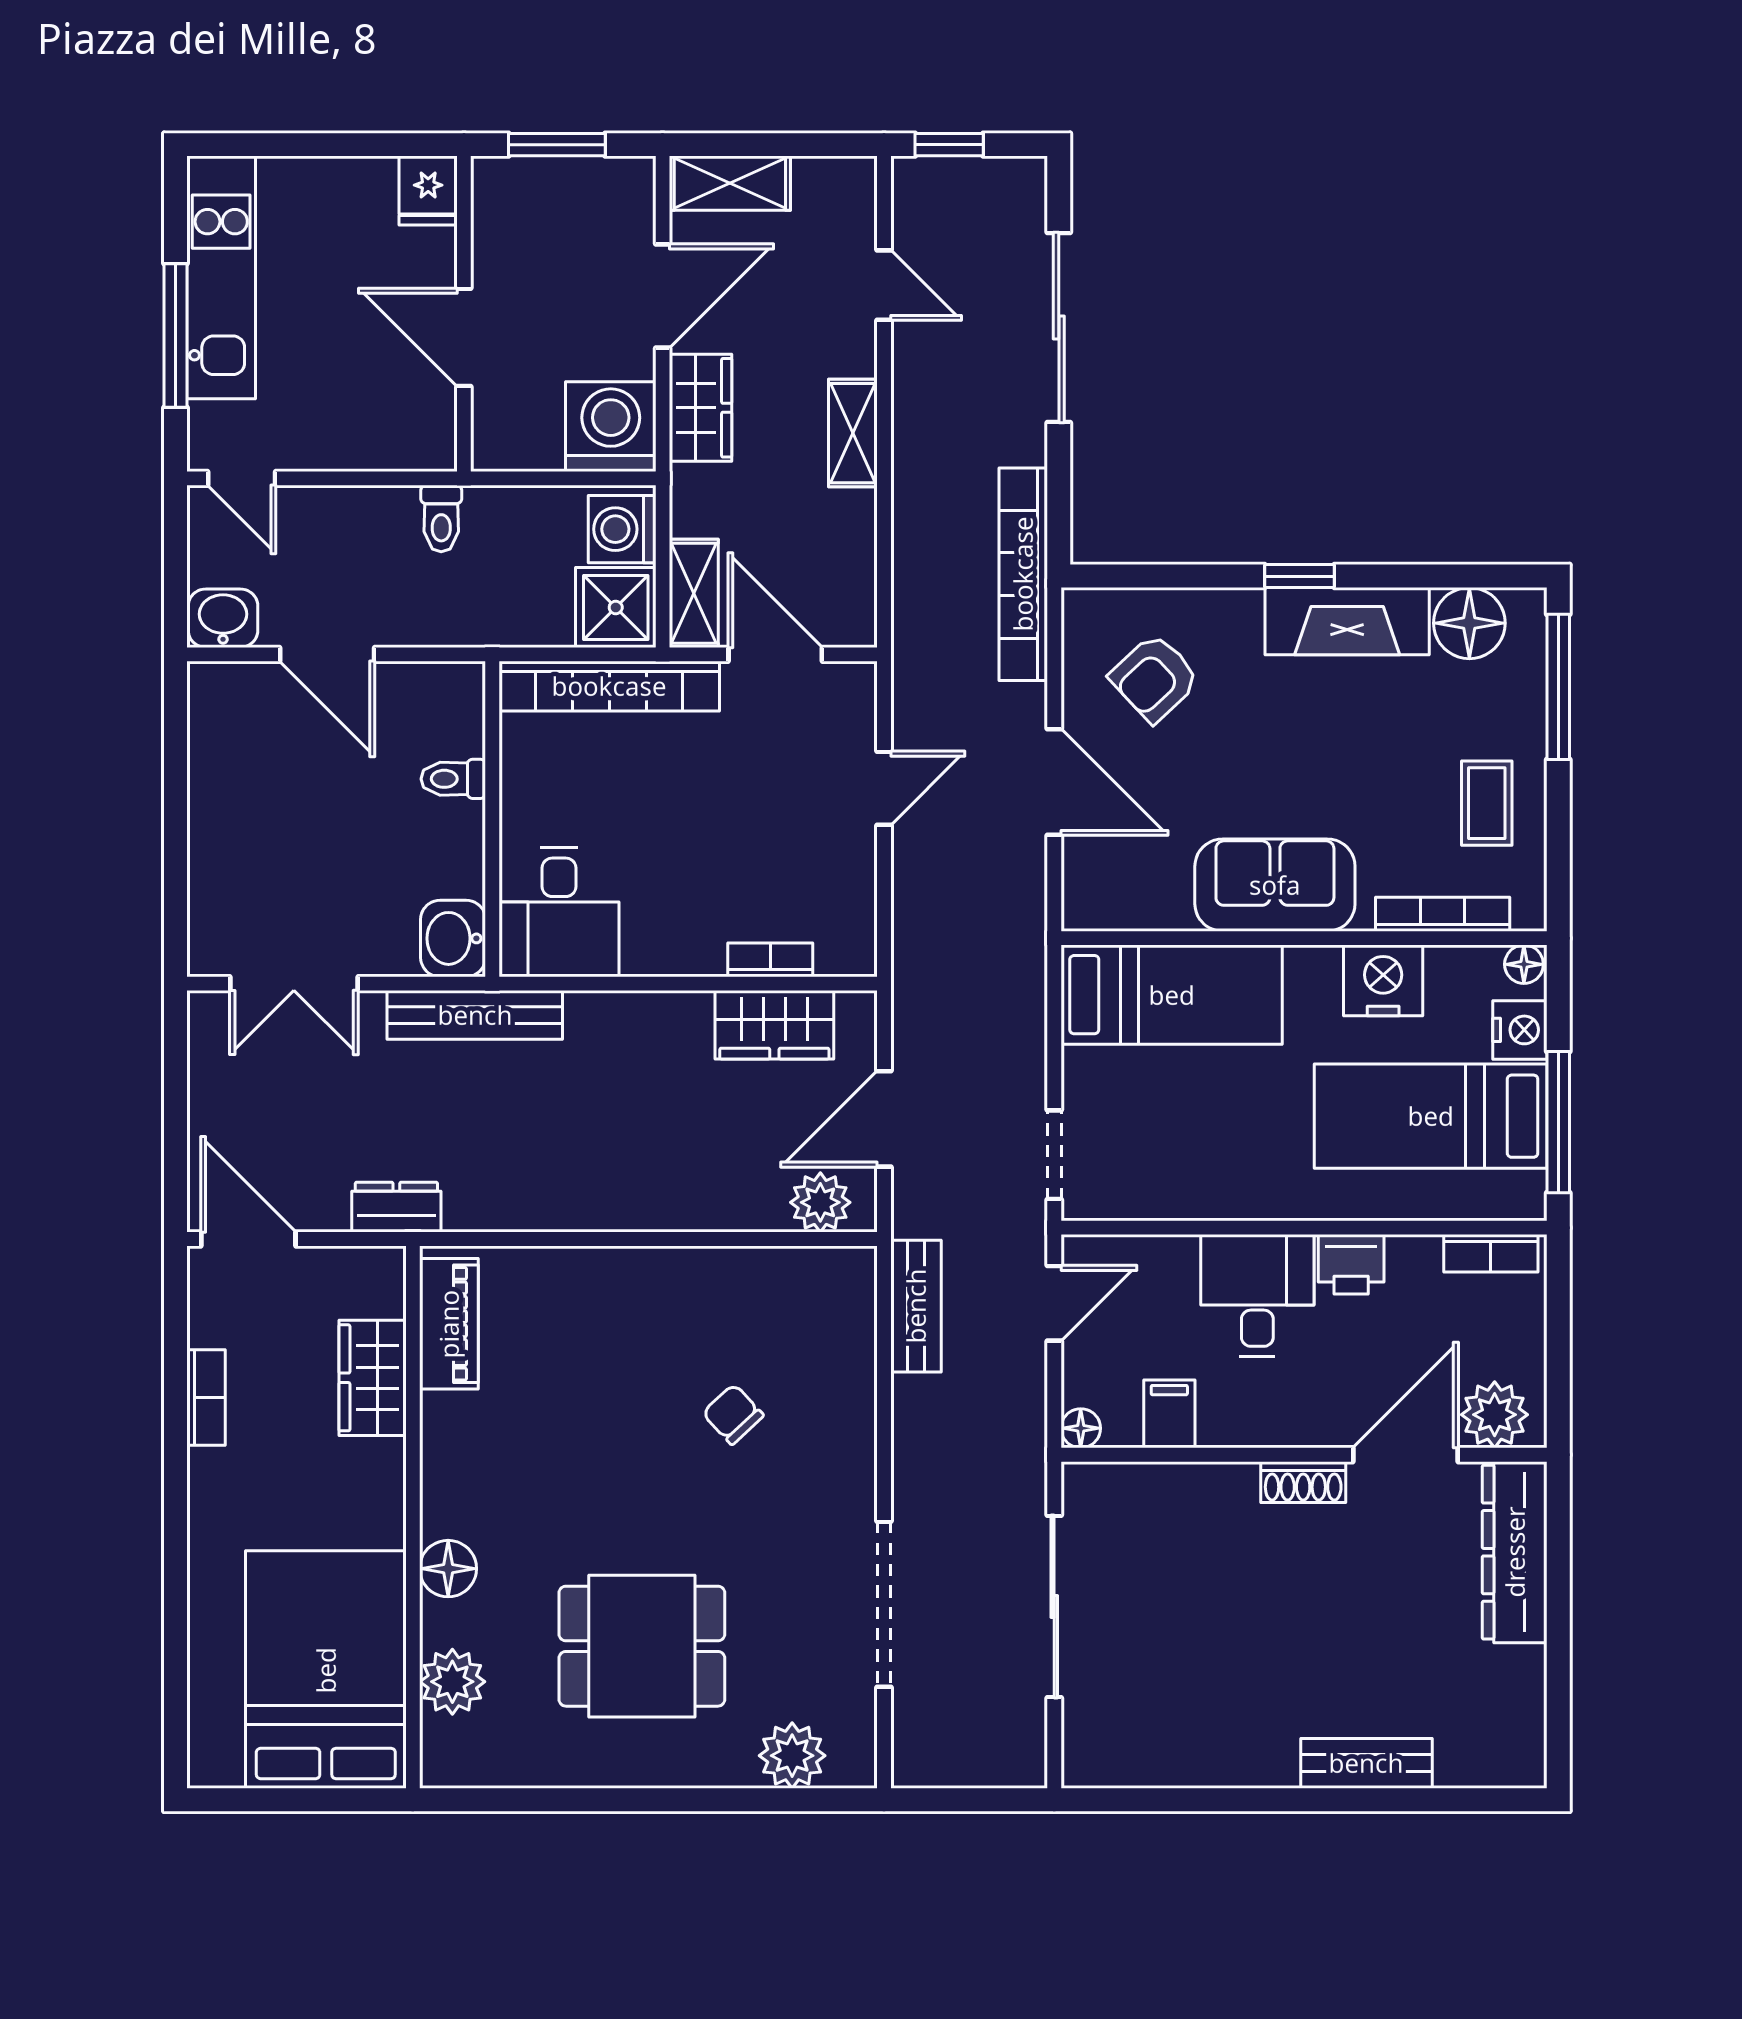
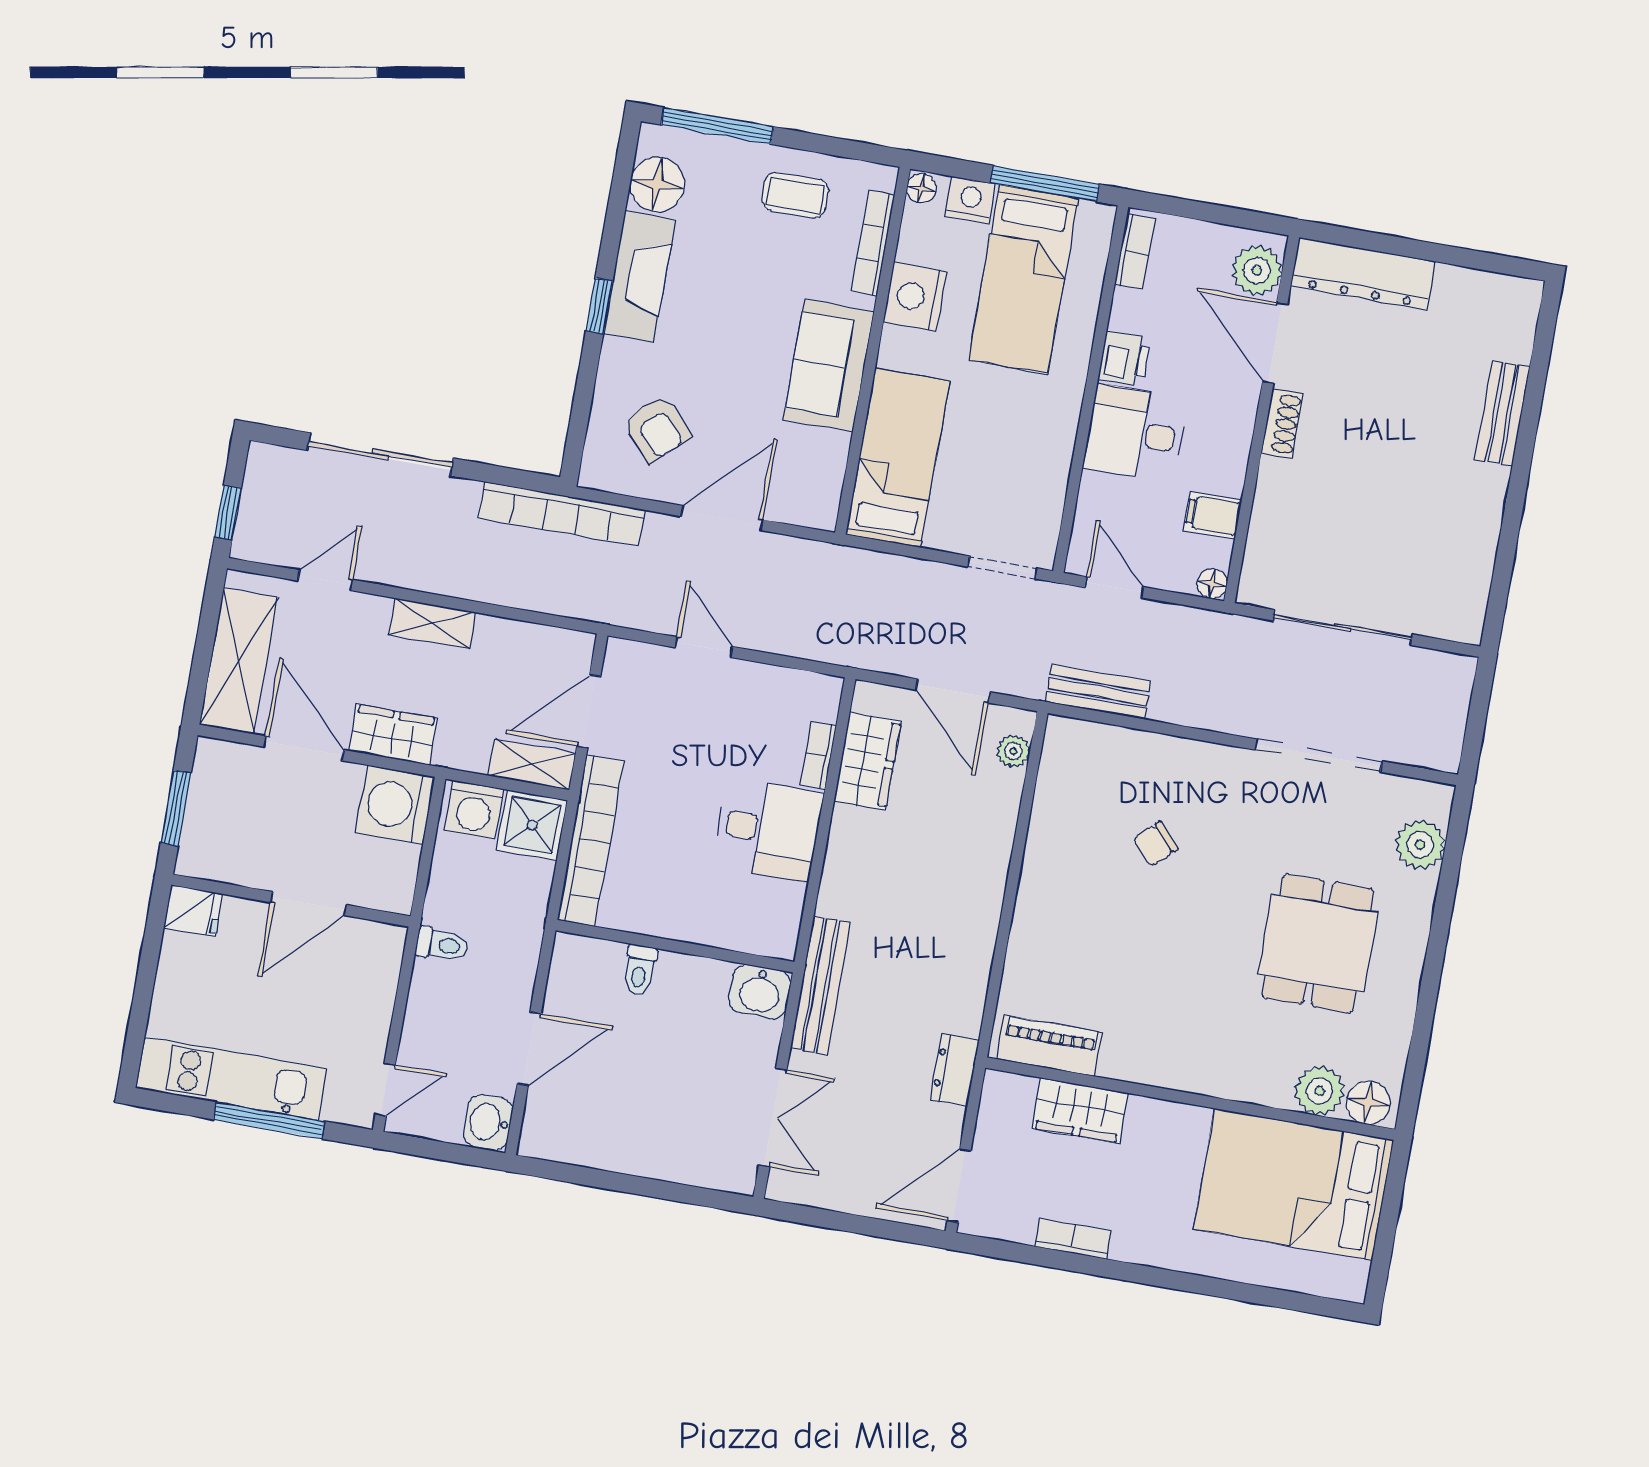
shelving: (730, 183) -> (239, 661), width x1.50, depth x1.33
desk: (559, 912) -> (768, 830), moved
plant: (820, 1202) -> (1013, 751), width x0.73, depth x0.73
floor lamp: (448, 1569) -> (1368, 1103), moved

